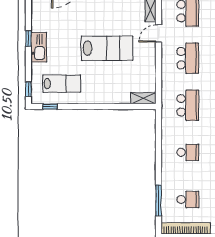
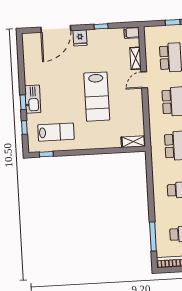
window: (28, 39) -> (23, 102), moved
lab bench: (107, 48) -> (97, 97), turned 90
window: (28, 89) -> (24, 127), moved

